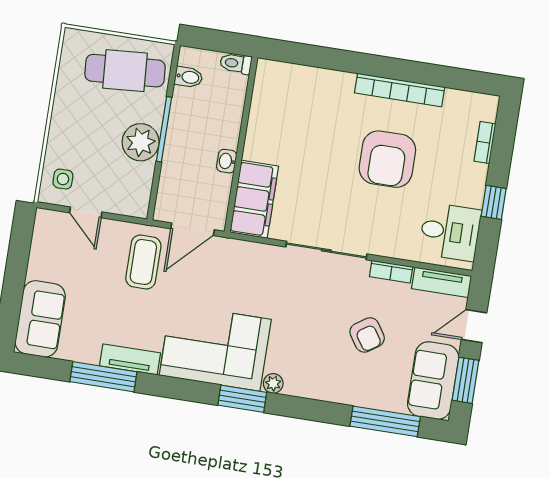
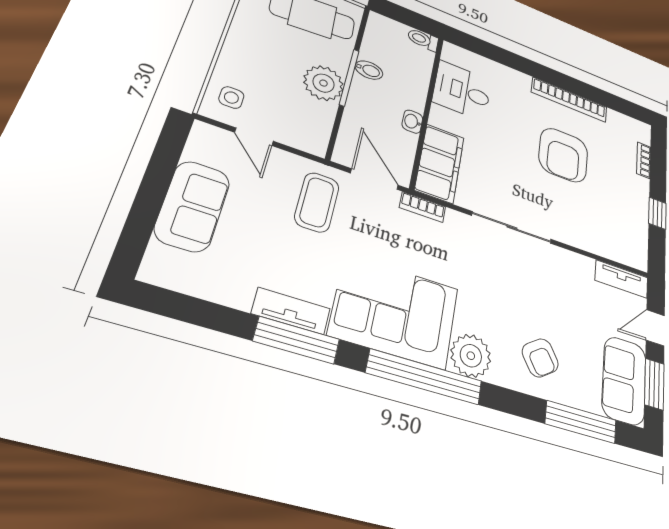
bidet: (189, 77) -> (369, 70), moved
door: (193, 229) -> (374, 179), swing flipped
desk: (450, 232) -> (462, 91), moved, turned 180
bookcase: (391, 272) -> (423, 207), moved
sofa: (40, 319) -> (193, 206), moved
armchair: (367, 335) -> (540, 358), moved
window: (103, 377) -> (297, 340), moved
plant: (273, 383) -> (471, 356), width x1.88, depth x1.88
window: (242, 399) -> (425, 377), width x2.11

